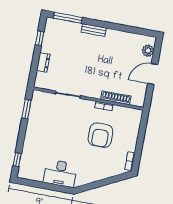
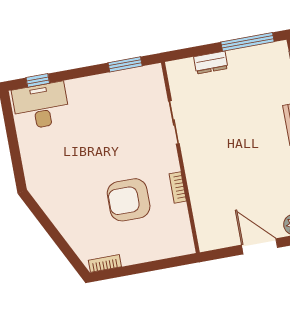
window: (40, 38) -> (247, 42), width x2.17
shoe rack: (116, 98) -> (198, 202), removed
desk: (60, 173) -> (41, 106), moved, turned 90

